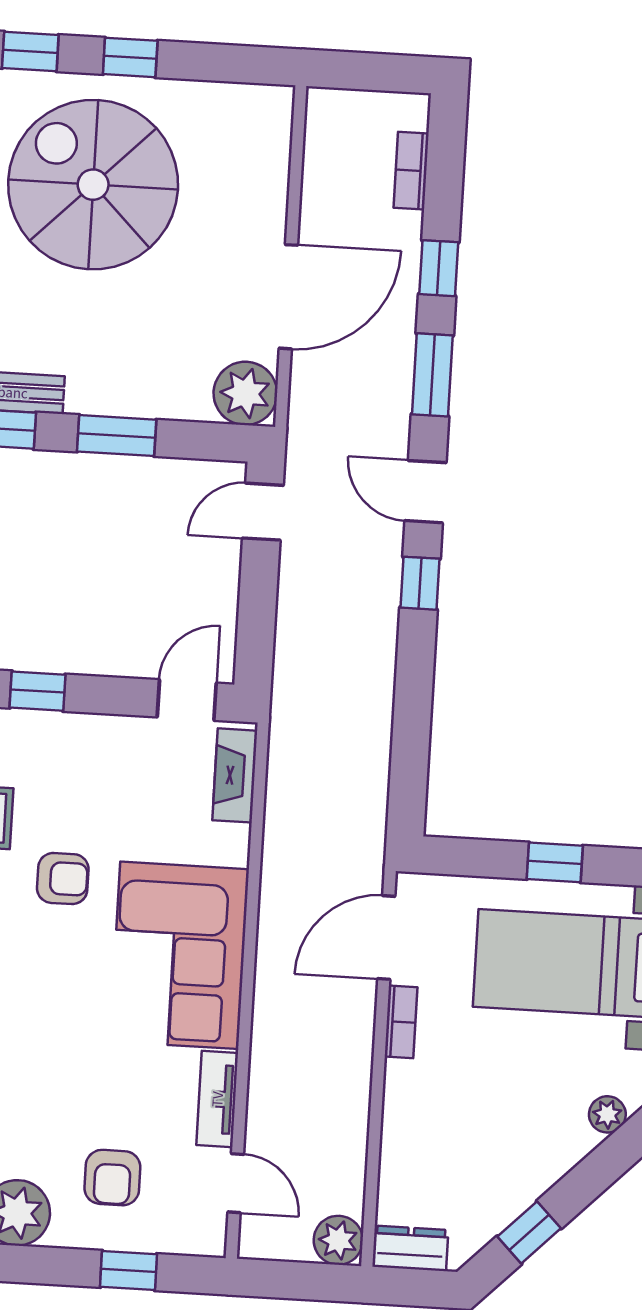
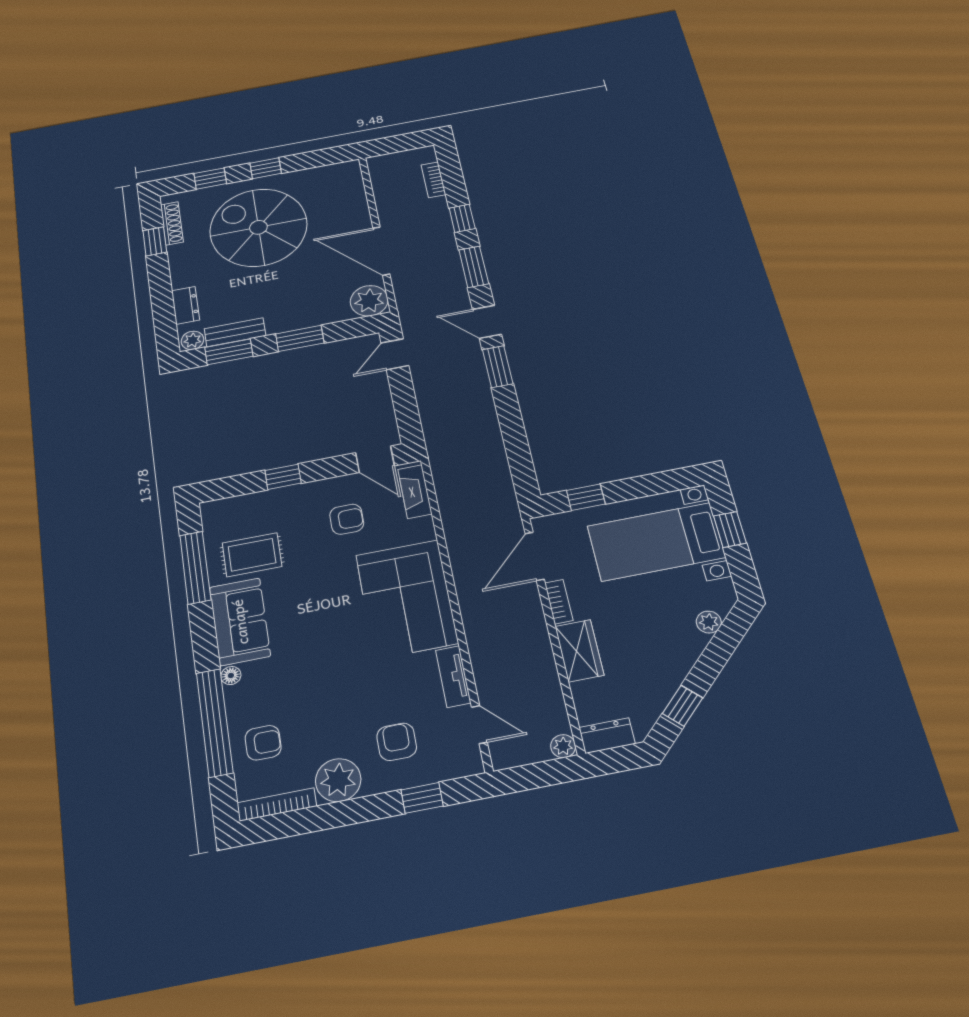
door: (288, 297) -> (381, 251), swing flipped
window: (420, 583) -> (498, 367), width x1.50
door: (187, 700) -> (375, 459), swing flipped
window: (555, 862) -> (586, 497), moved
armchair: (63, 879) -> (347, 519), moved
wardrobe: (409, 1108) -> (579, 651), added
armchair: (112, 1178) -> (397, 742), turned 180
plant: (338, 1240) -> (563, 746), width x0.73, depth x0.73

